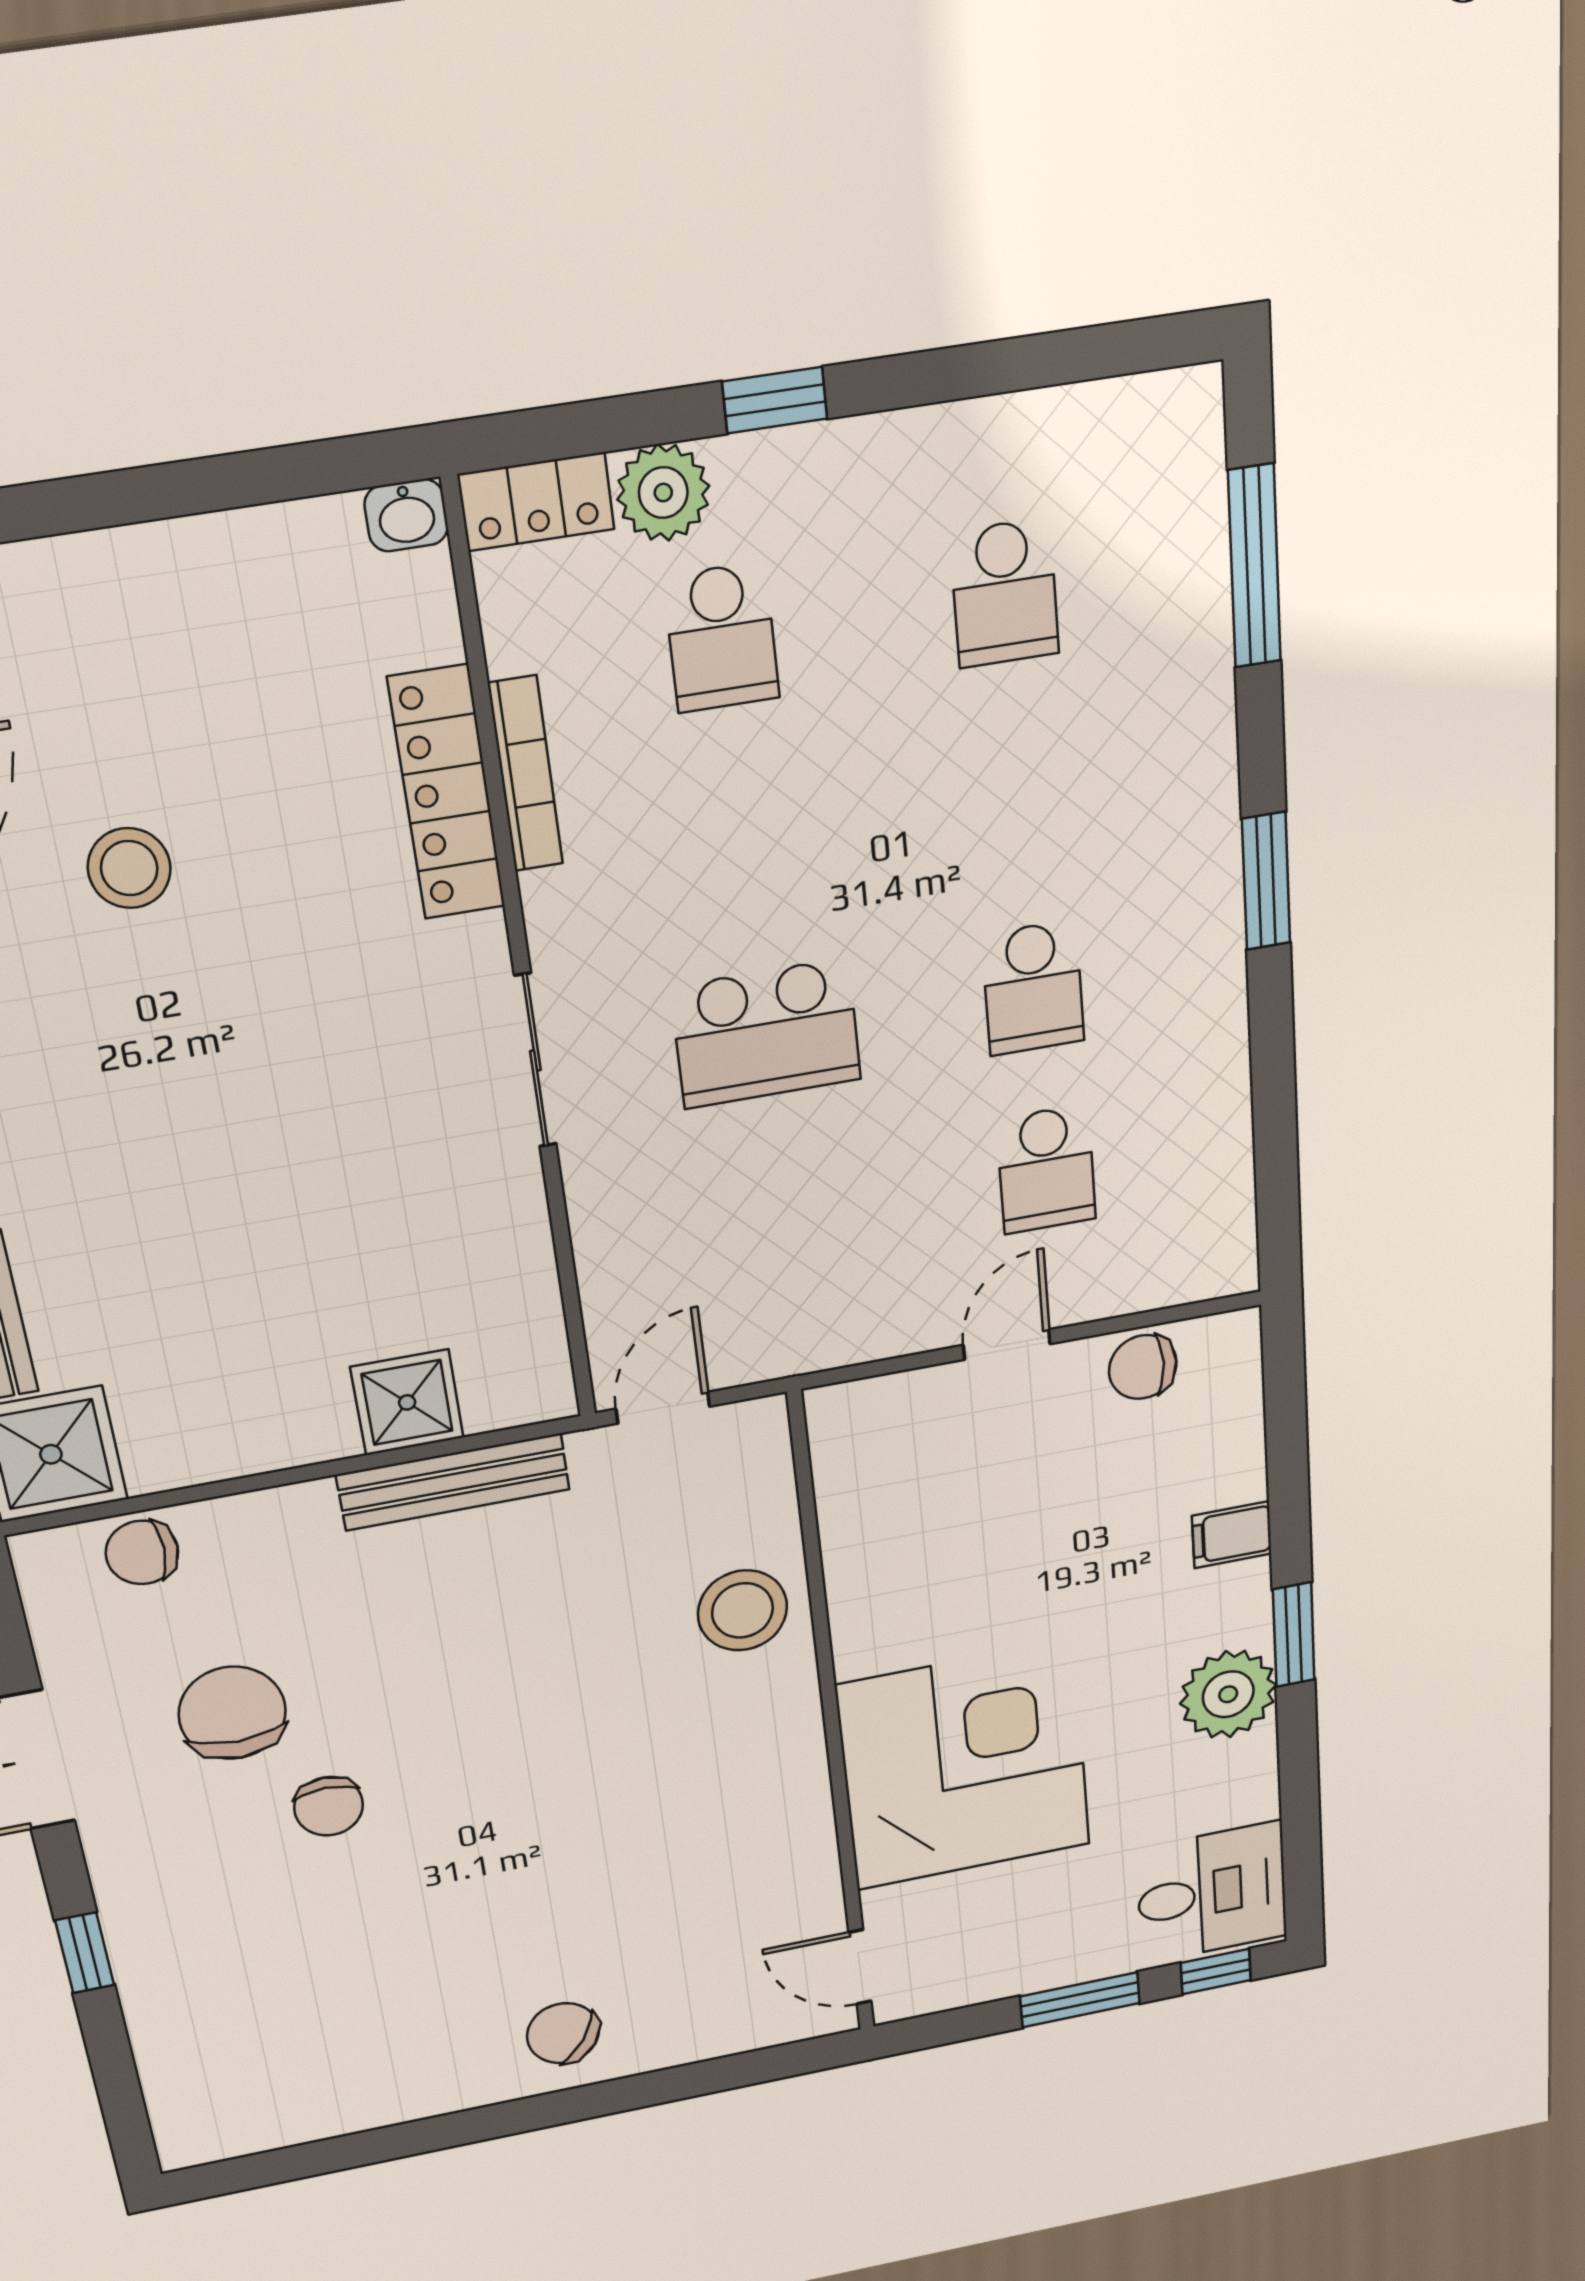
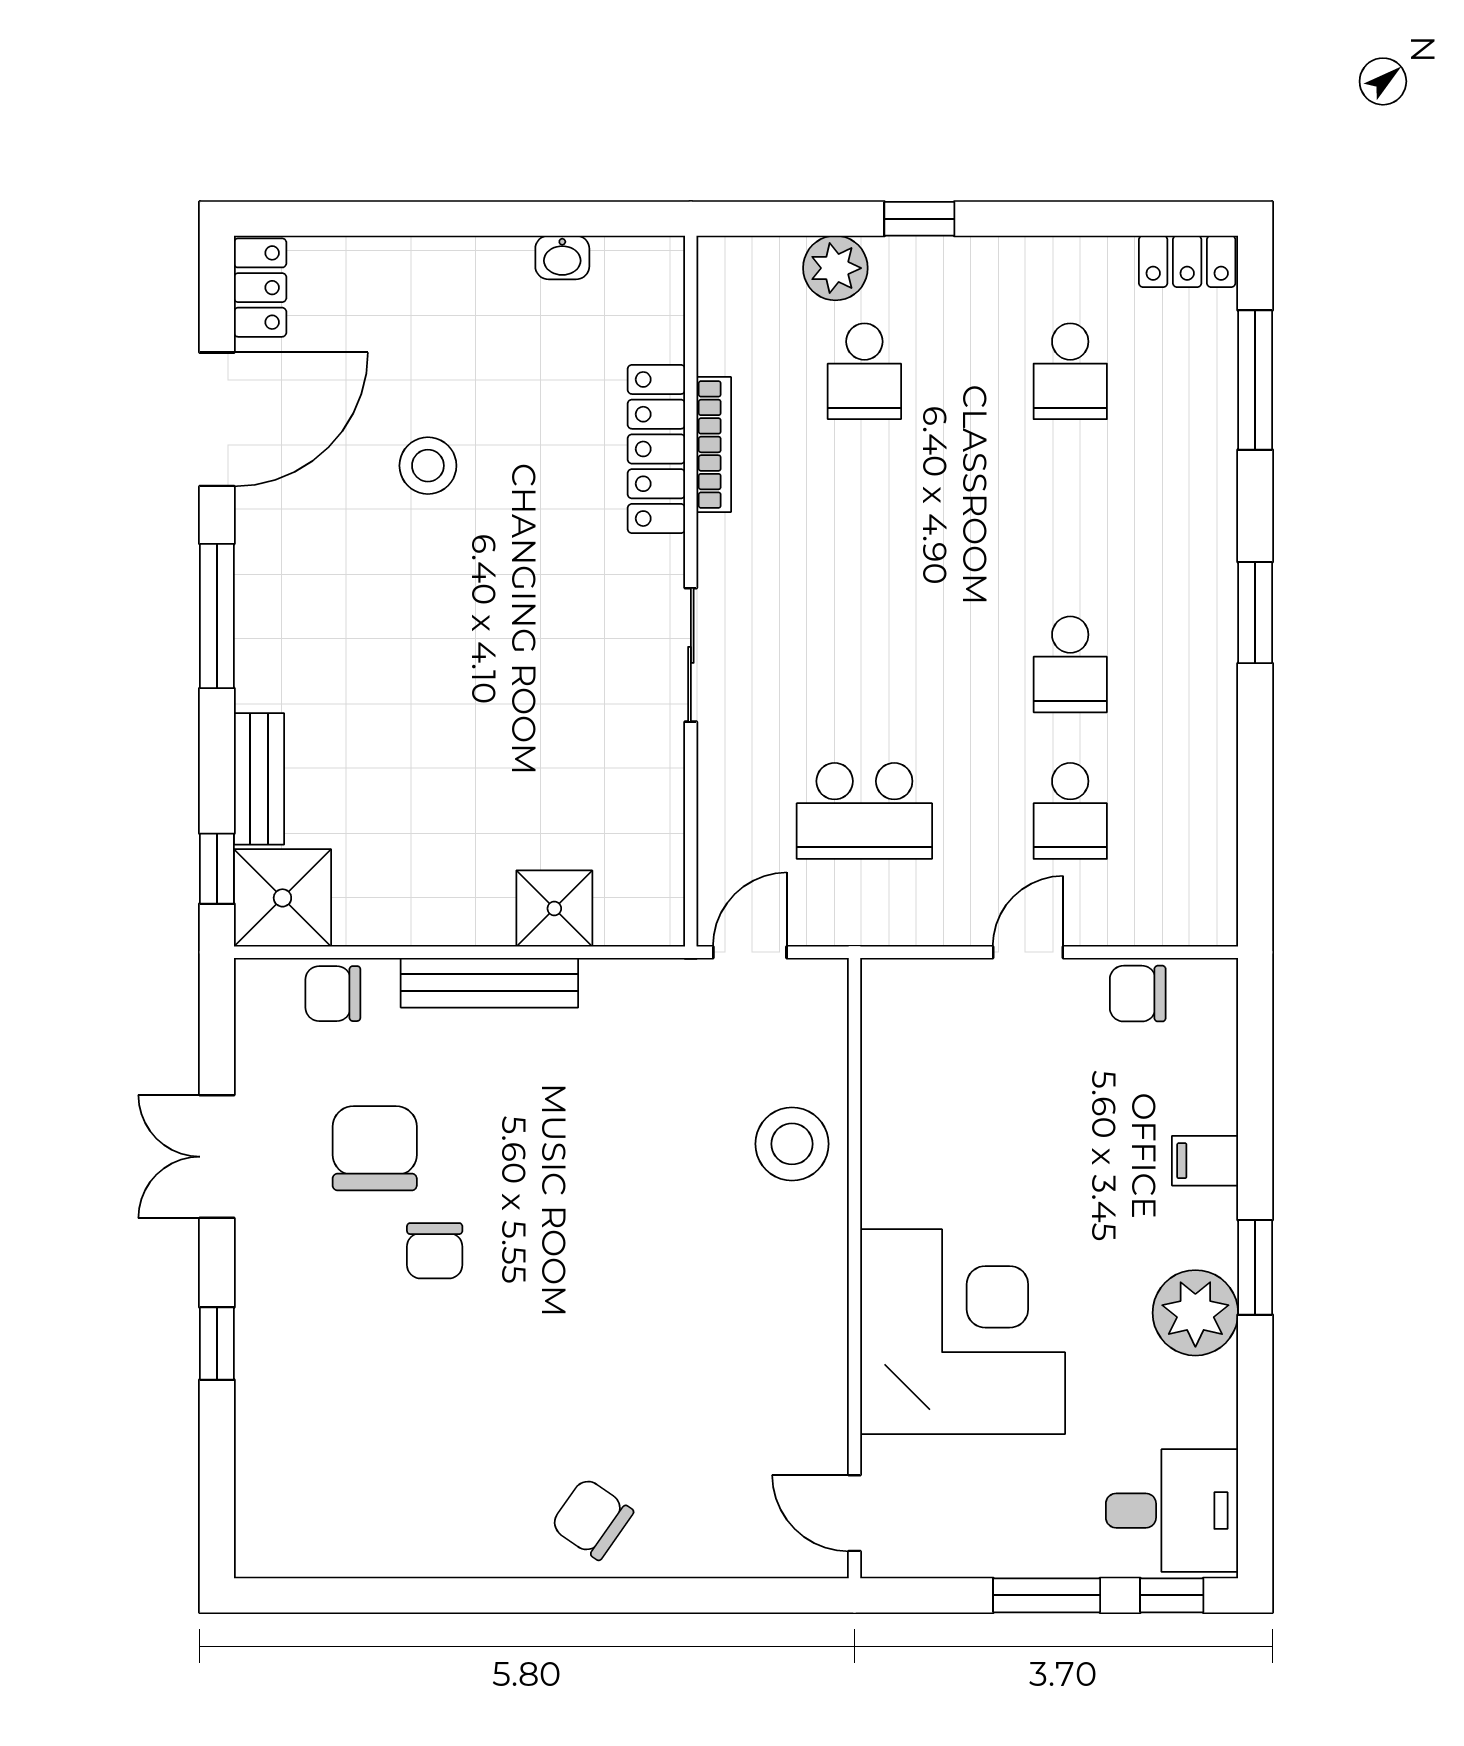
locker: (536, 502) -> (1187, 261), moved
washbasin: (406, 515) -> (562, 257), moved
school desk: (766, 1034) -> (864, 811), moved
bench: (453, 1482) -> (489, 983), moved

